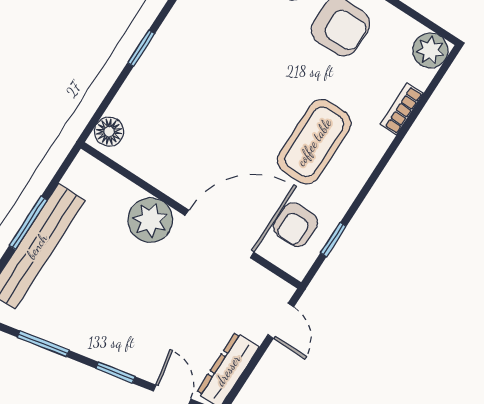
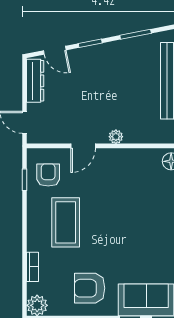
plant: (150, 220) -> (116, 137), width x0.53, depth x0.53
door: (220, 234) -> (83, 146), width x0.53

